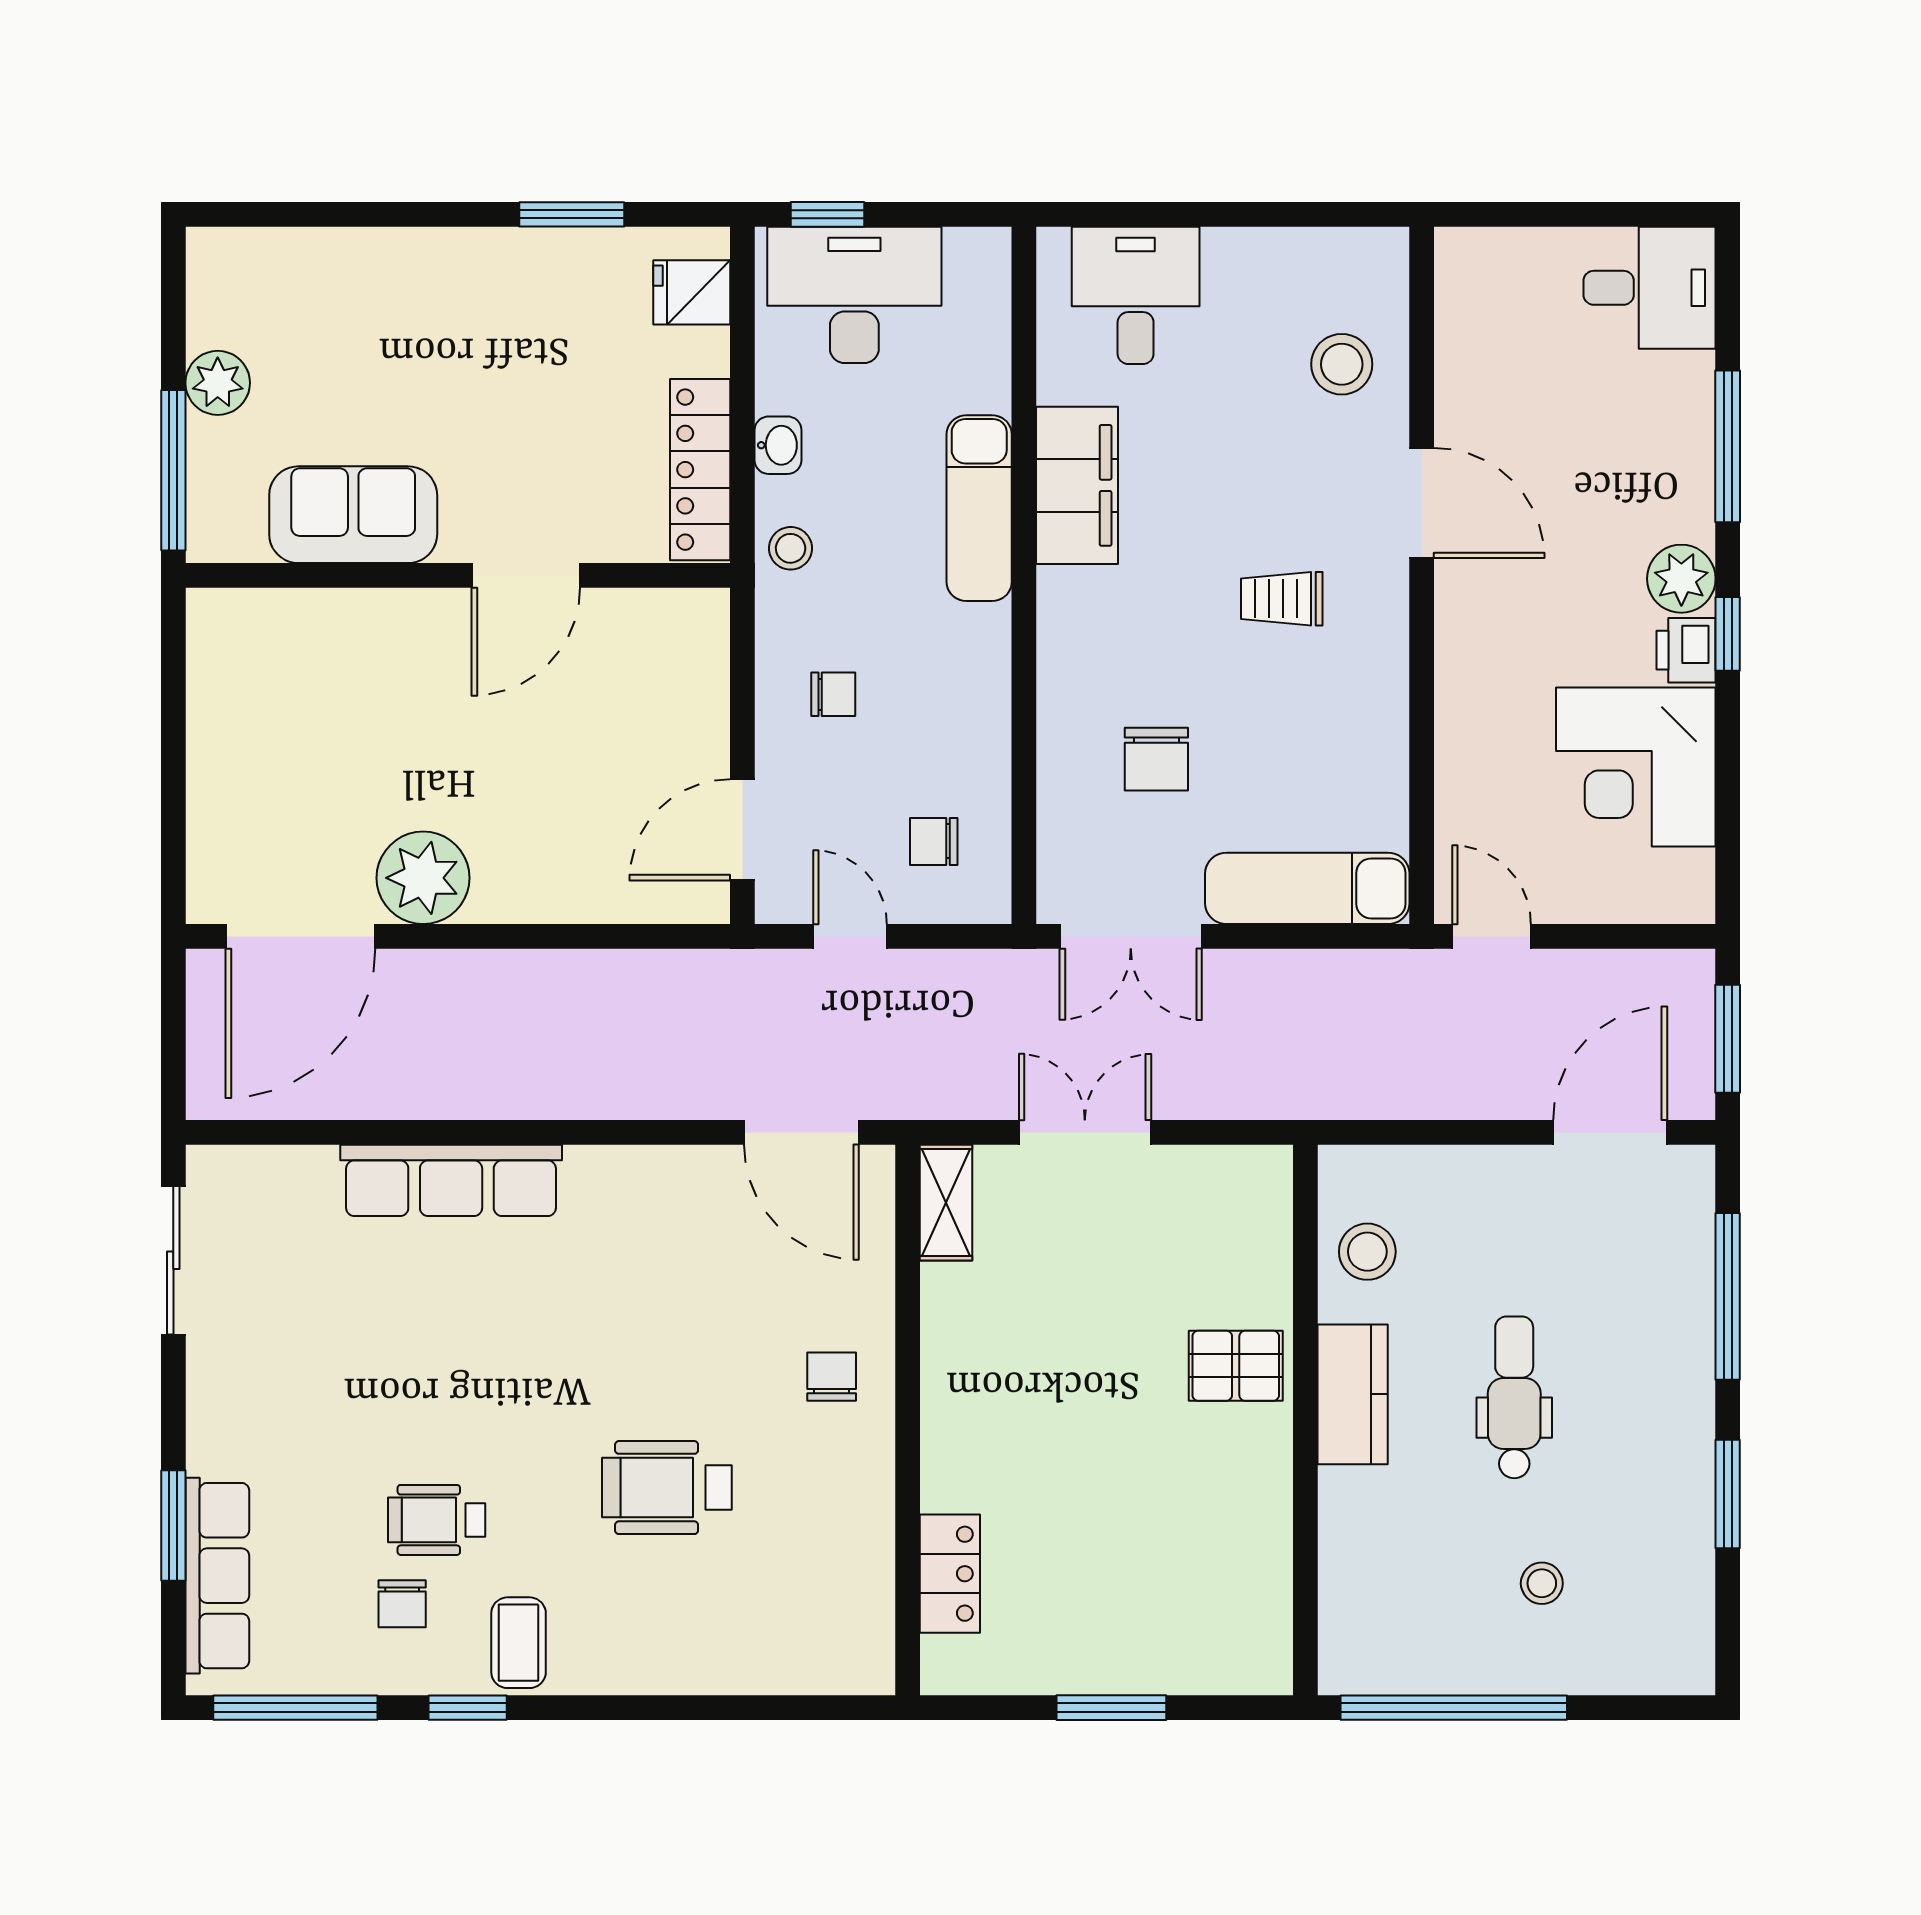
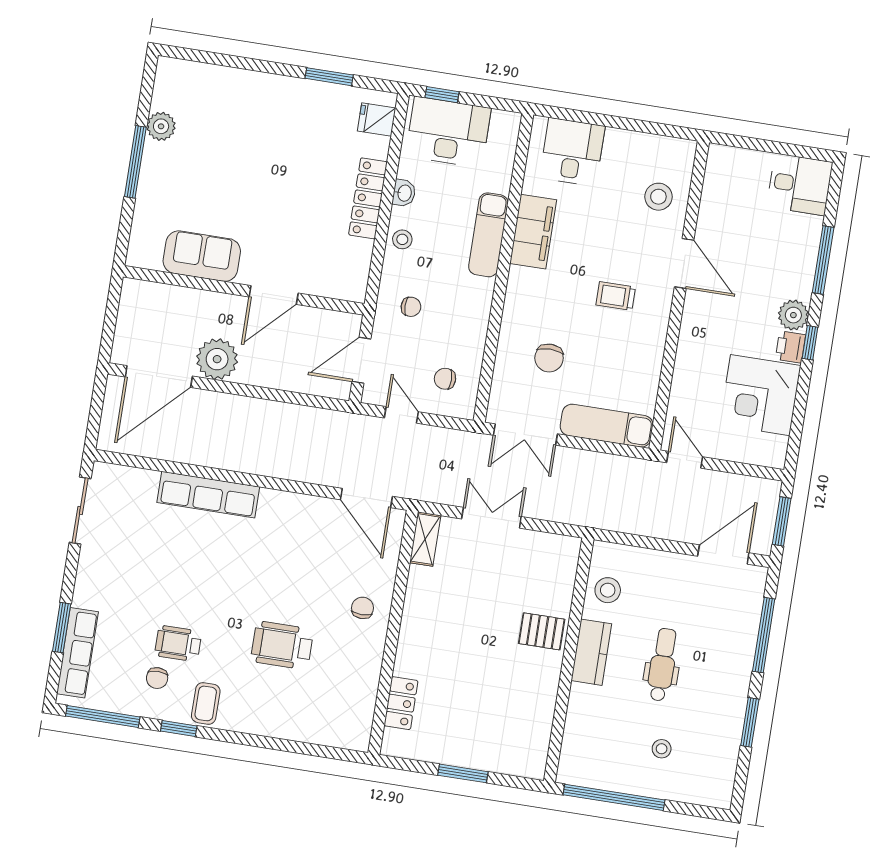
sofa: (353, 515) -> (202, 256), moved
wall: (458, 575) -> (244, 290), moved
door: (526, 575) -> (274, 295), moved

